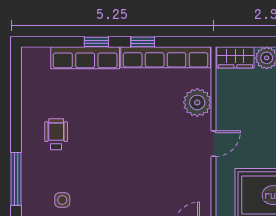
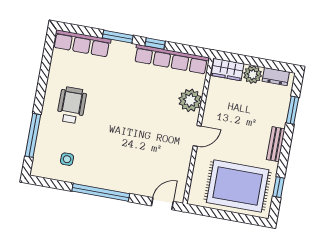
window: (96, 42) -> (118, 37), width x1.50
row of seats: (85, 58) -> (82, 43), moved
wheelchair: (56, 134) -> (72, 105), width x1.36, depth x1.37

